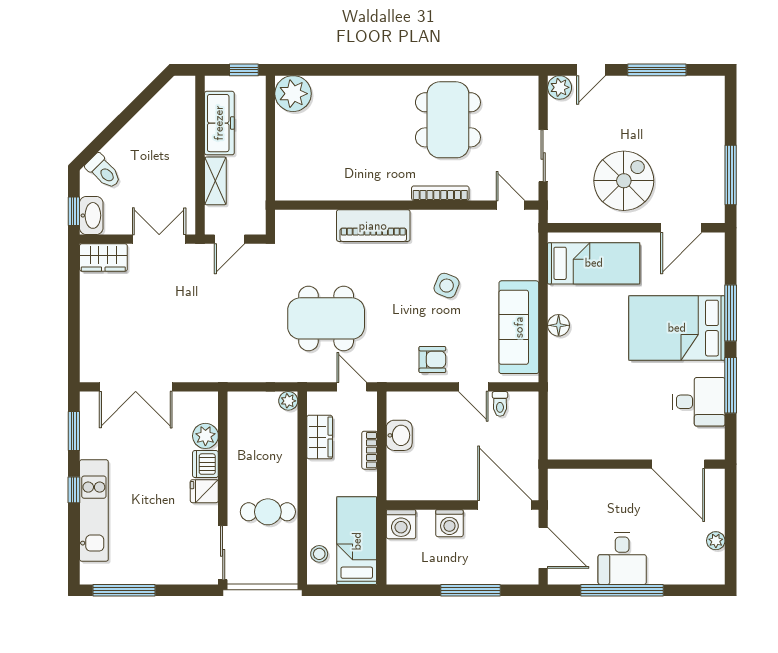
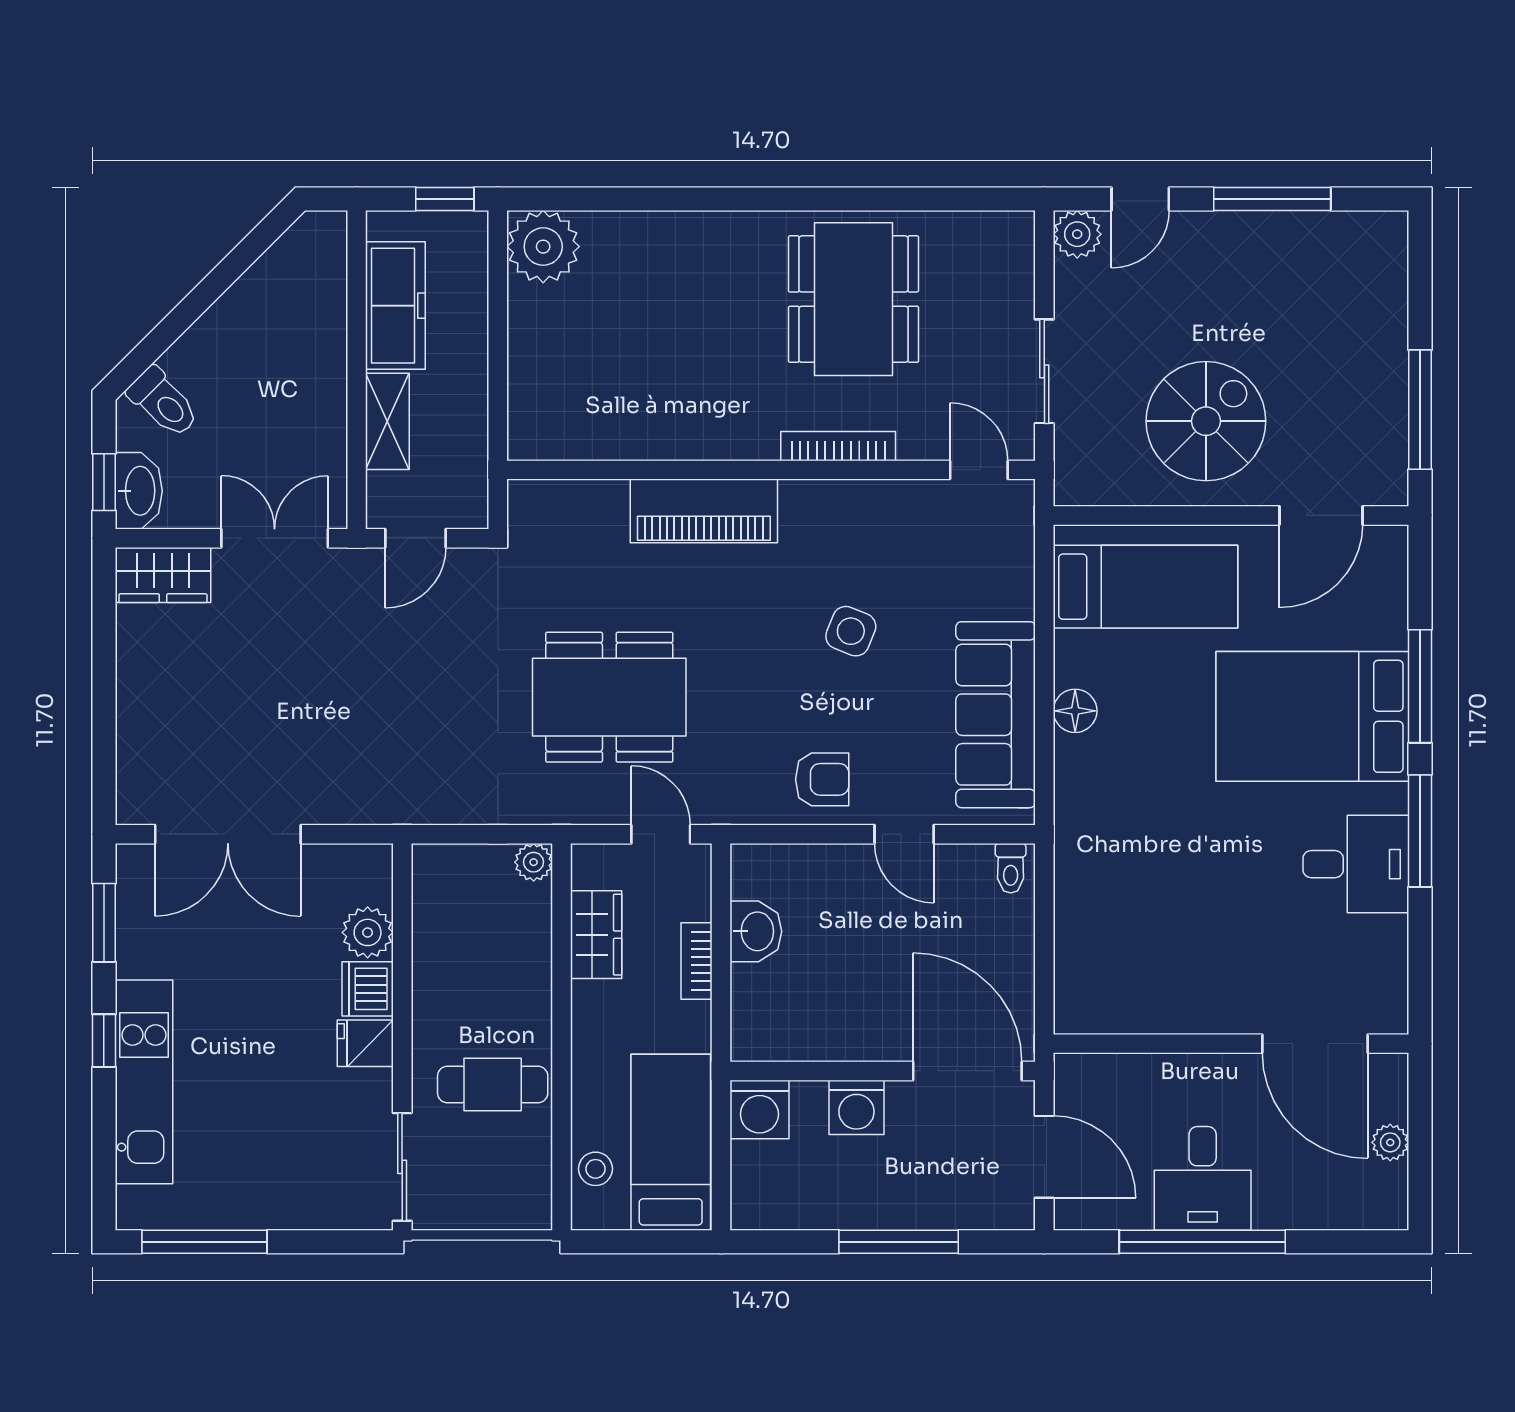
toilet: (500, 404) -> (1011, 868), moved
wall: (636, 464) -> (1231, 1044), moved
door: (678, 464) -> (1315, 1044), moved

